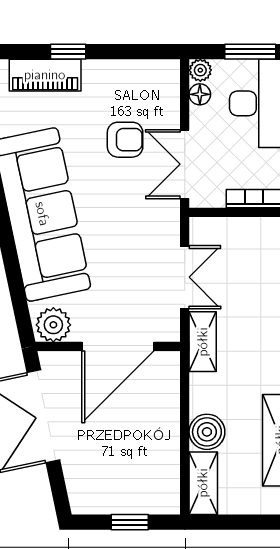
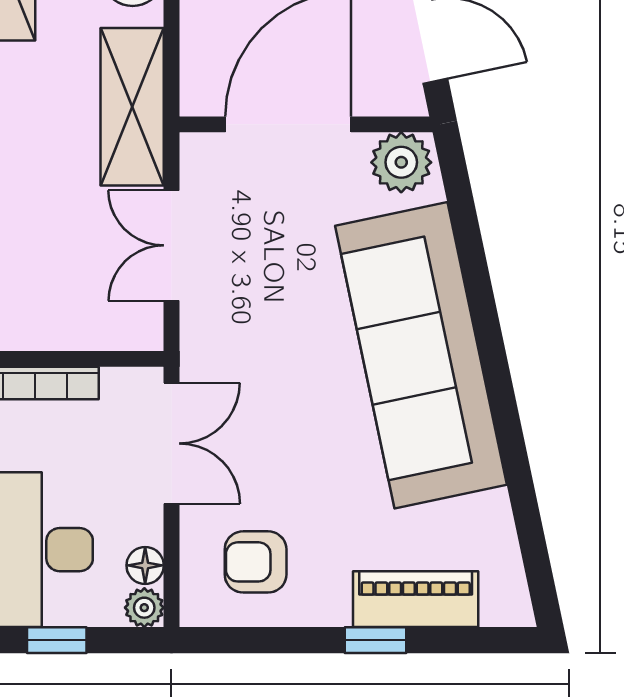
window: (250, 52) -> (57, 640), width x0.67
armchair: (125, 140) -> (256, 562), moved
shelving: (203, 342) -> (132, 107), width x1.50, depth x1.33

